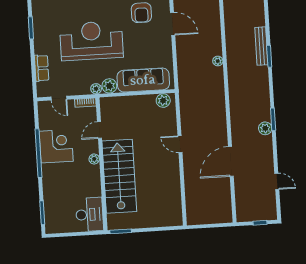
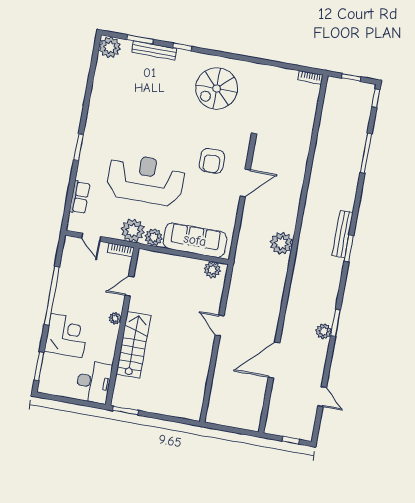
door: (173, 24) -> (245, 183), hinge flipped
plant: (218, 61) -> (281, 243), width x1.88, depth x1.88
plant: (96, 89) -> (133, 230), width x1.88, depth x1.88
corner desk: (56, 146) -> (67, 335), moved
stairs: (119, 176) -> (133, 345), width x0.73, depth x0.66

